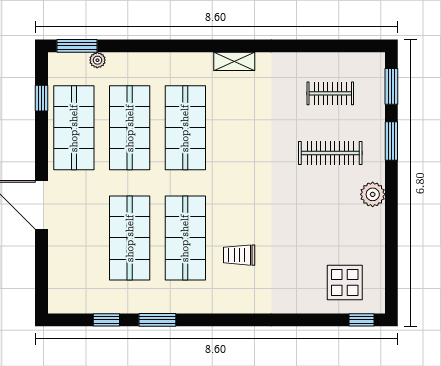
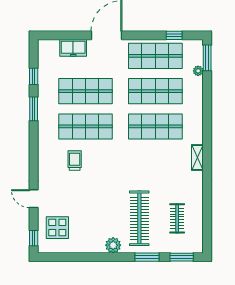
clothes rail: (330, 153) -> (139, 218), width x1.37, depth x1.31
freezer: (61, 257) -> (73, 48), added
door: (299, 320) -> (34, 199), added

